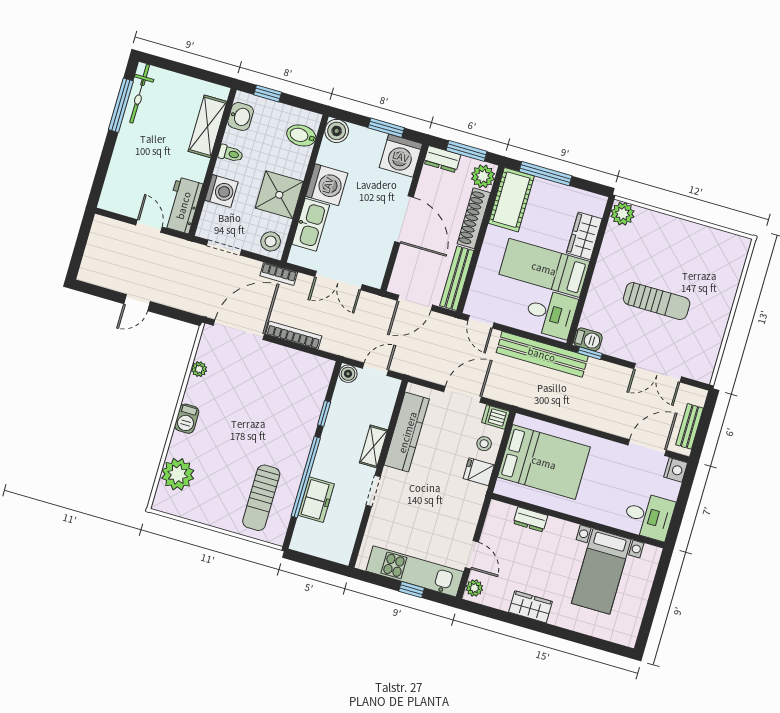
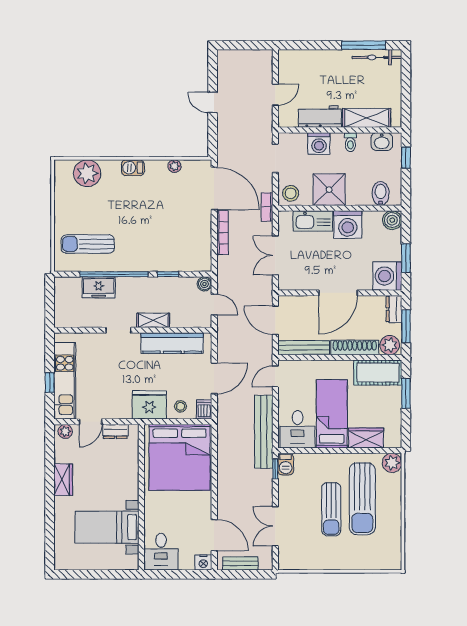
window: (545, 174) -> (406, 393), width x0.69
workbench: (183, 205) -> (320, 116), moved
sun lounger: (655, 261) -> (362, 499), added
door: (463, 394) -> (214, 378), hinge flipped
bed: (544, 462) -> (180, 457), width x1.36
fridge: (479, 472) -> (149, 405), width x1.88, depth x1.34
dresser: (530, 519) -> (115, 431), moved, turned -90

